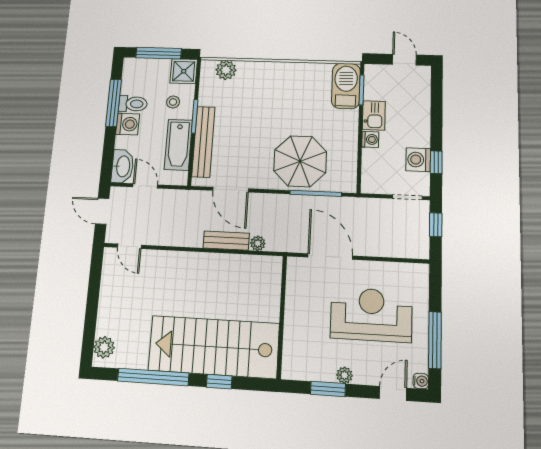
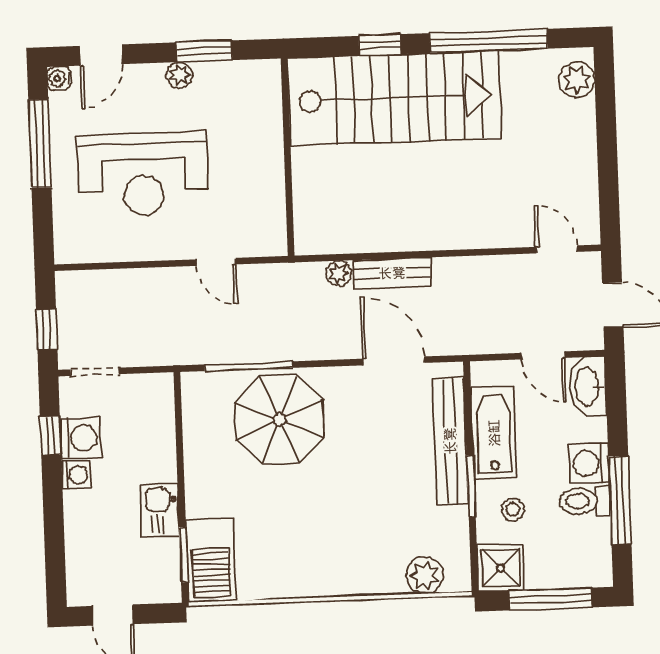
washing machine: (370, 139) -> (76, 475), moved, turned 180
door: (330, 257) -> (216, 262), width x0.53

